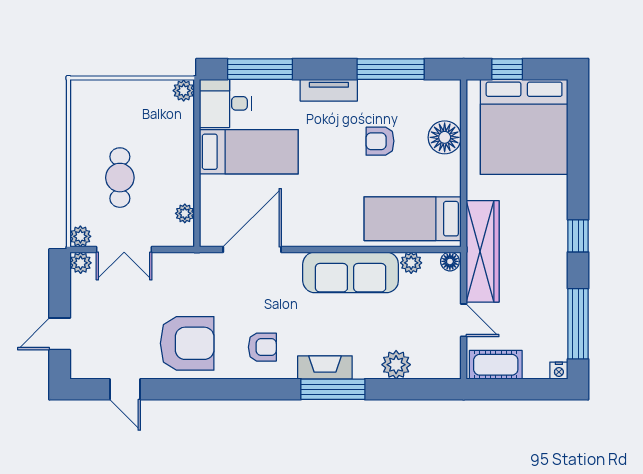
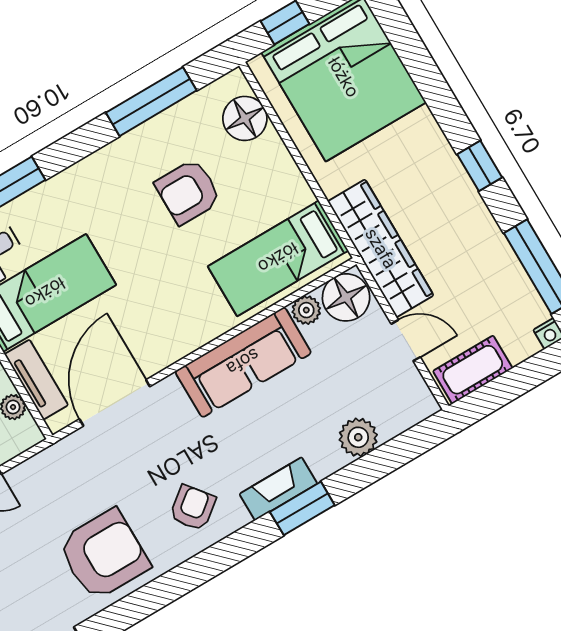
tv unit: (329, 90) -> (36, 380), moved, turned -90
floor lamp: (445, 137) -> (245, 118), moved
armchair: (380, 141) -> (188, 192), width x1.38, depth x1.38
floor lamp: (450, 261) -> (346, 297), width x1.89, depth x1.89
armchair: (262, 347) -> (193, 508), turned -38
window: (333, 389) -> (302, 508), width x0.69

